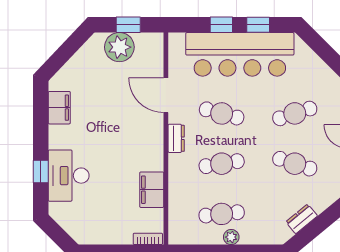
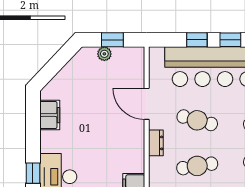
plant: (119, 47) -> (104, 54), width x0.53, depth x0.53

